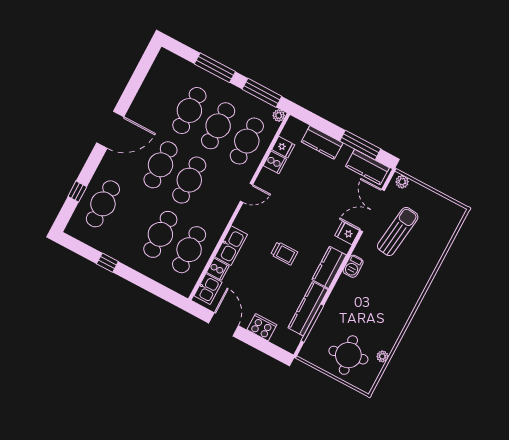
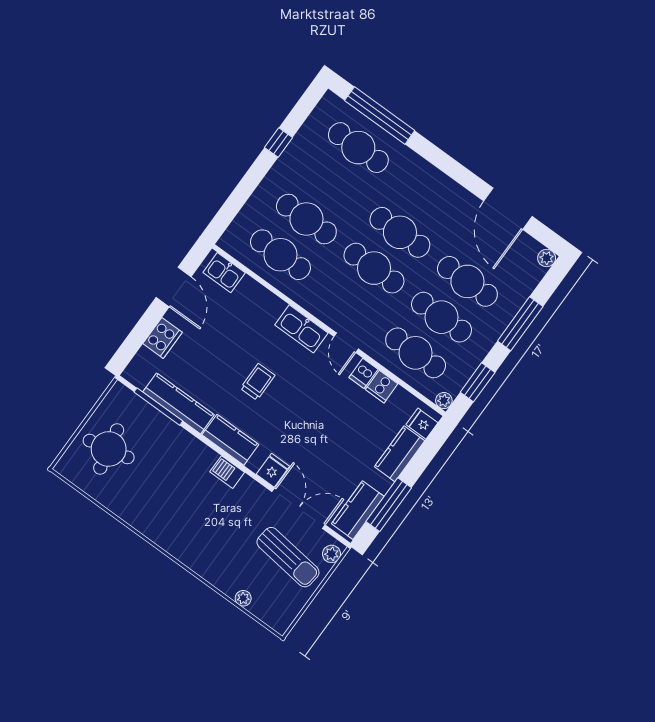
plant: (164, 55) -> (547, 258), added
window: (262, 93) -> (478, 382), width x0.69
door: (110, 130) -> (508, 209), moved
fridge: (283, 147) -> (422, 424), moved, turned 90
dishwasher: (267, 177) -> (363, 373), added
window: (77, 192) -> (380, 115), width x3.17
sun lounger: (398, 231) -> (288, 557), moved
kitchen sink: (231, 246) -> (301, 329), moved
trolley: (284, 253) -> (258, 382), turned 180
cooker: (218, 269) -> (249, 290), removed
door: (224, 324) -> (174, 287), hinge flipped
plant: (382, 356) -> (243, 598), moved

